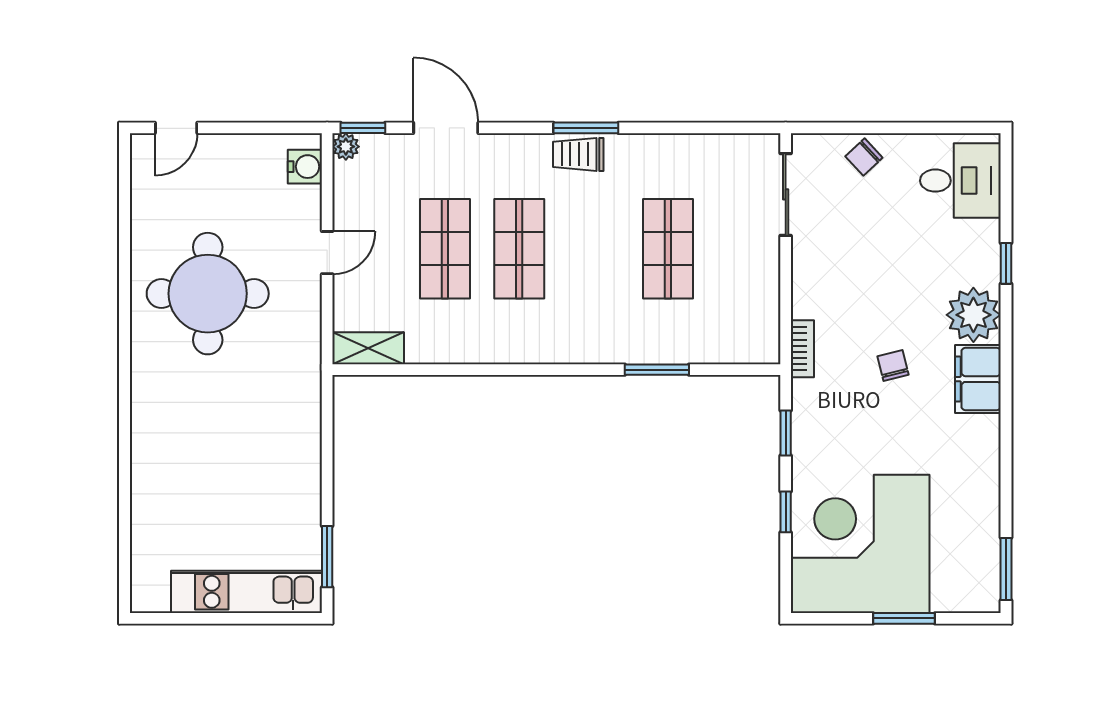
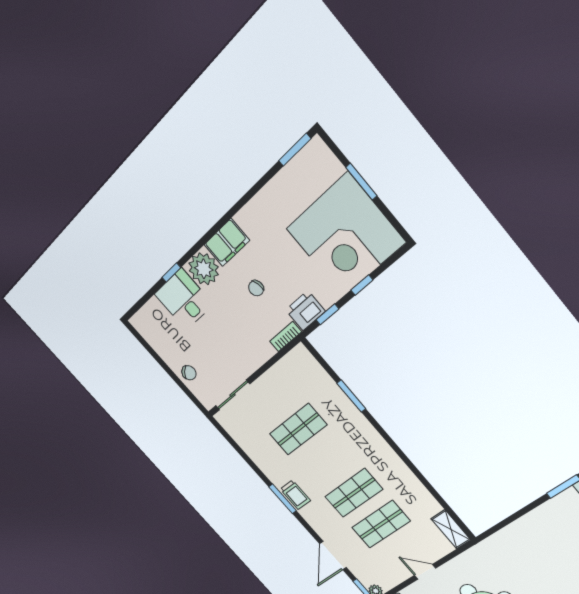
desk: (960, 181) -> (184, 299), moved
printer: (813, 407) -> (305, 311), added

